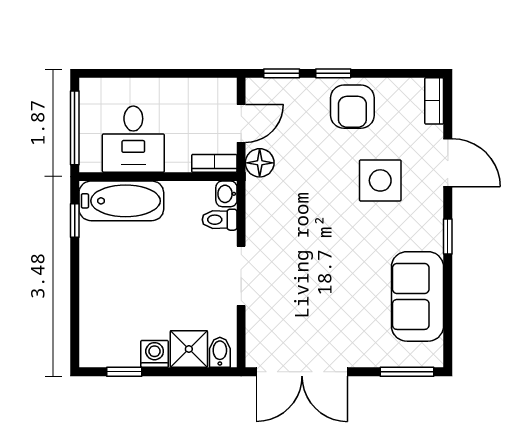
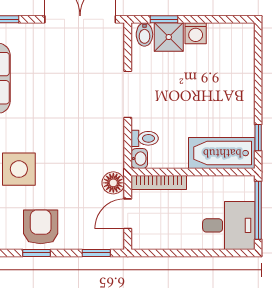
window: (333, 73) -> (36, 253), moved
desk: (133, 139) -> (229, 225), moved, turned 90
bookcase: (214, 163) -> (159, 182), width x1.56
window: (124, 372) -> (164, 19), moved

